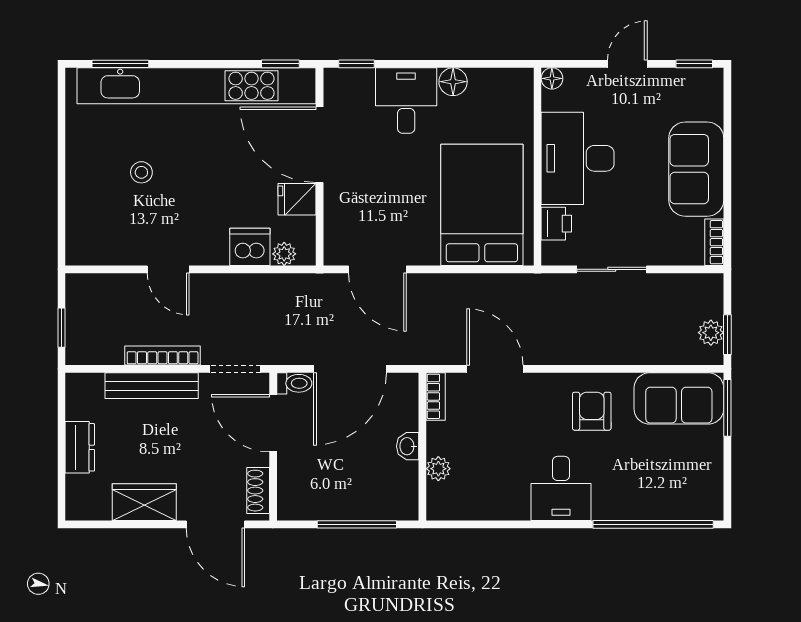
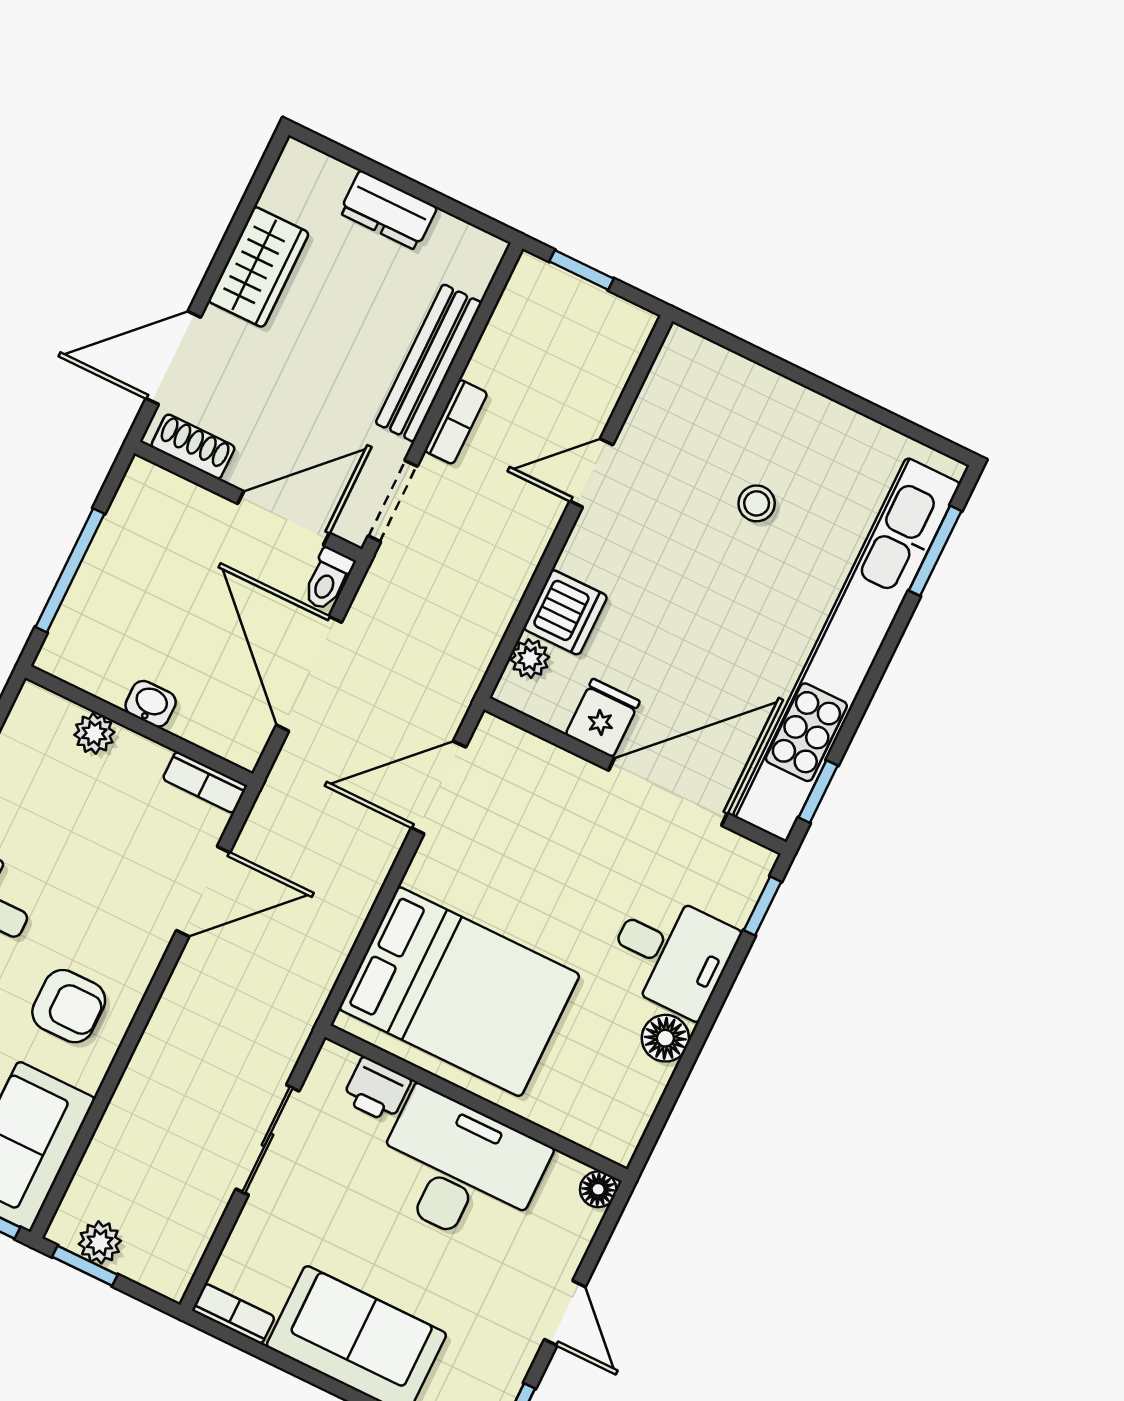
bookcase: (163, 355) -> (456, 422), width x0.64

